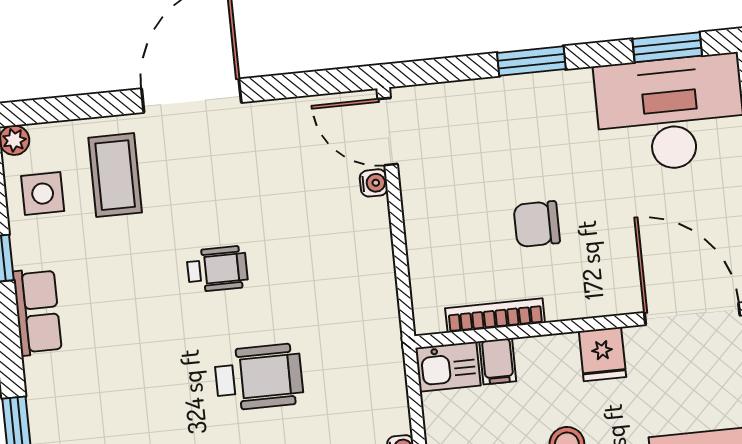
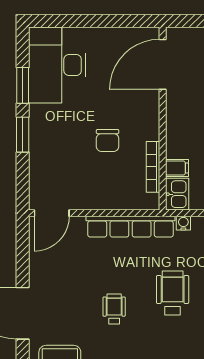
window: (667, 47) -> (23, 85), moved
water cooler: (374, 183) -> (183, 223), moved
row of seats: (377, 284) -> (130, 227), added
fridge: (602, 354) -> (179, 113), removed

